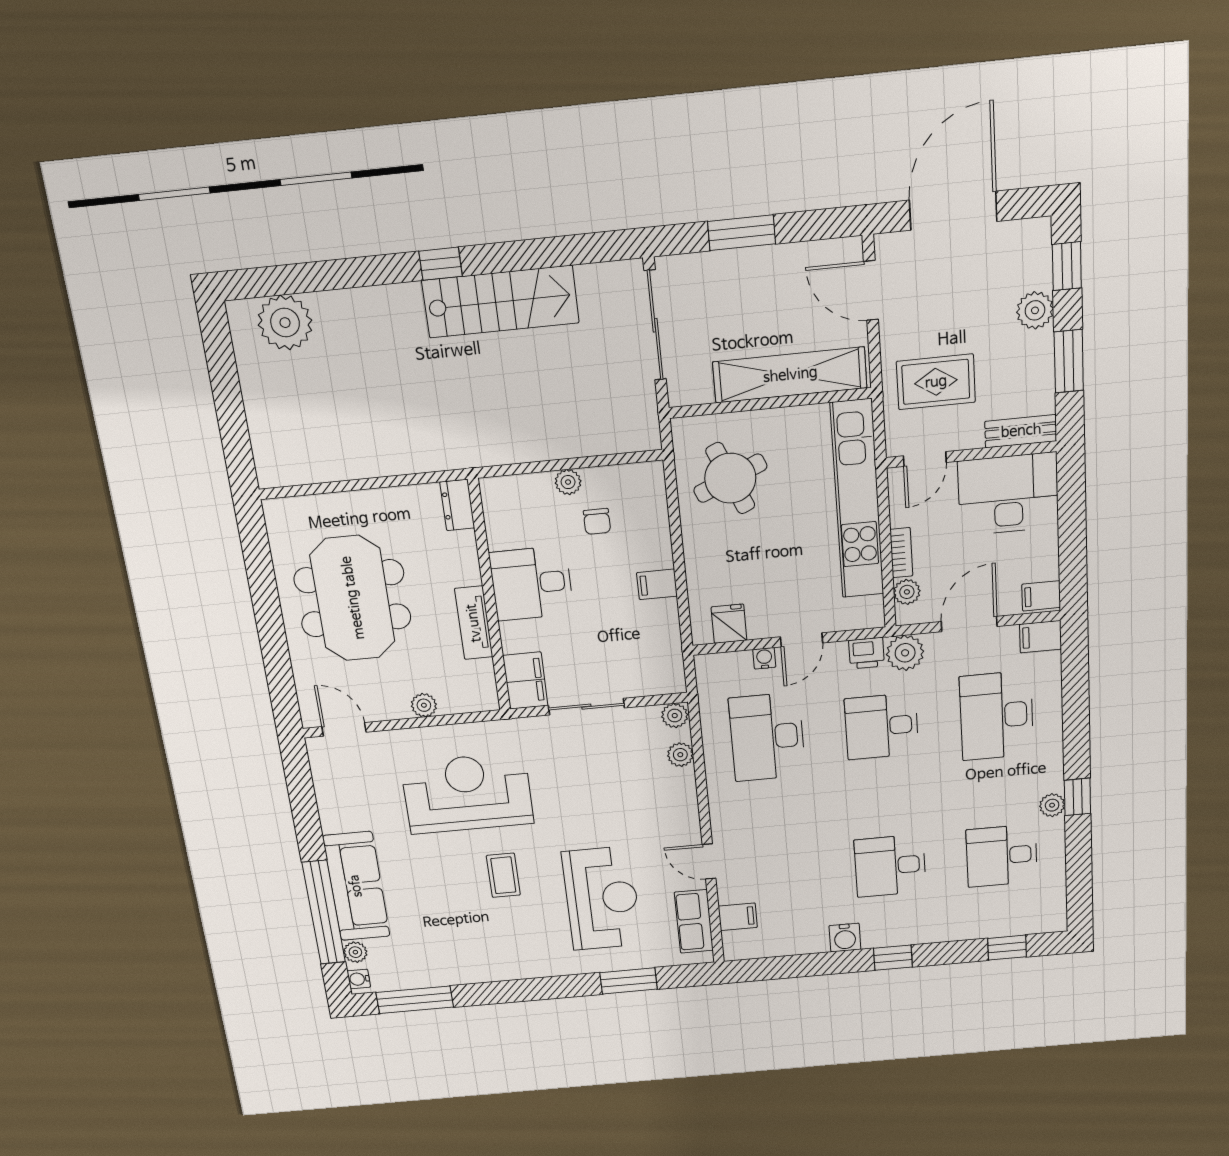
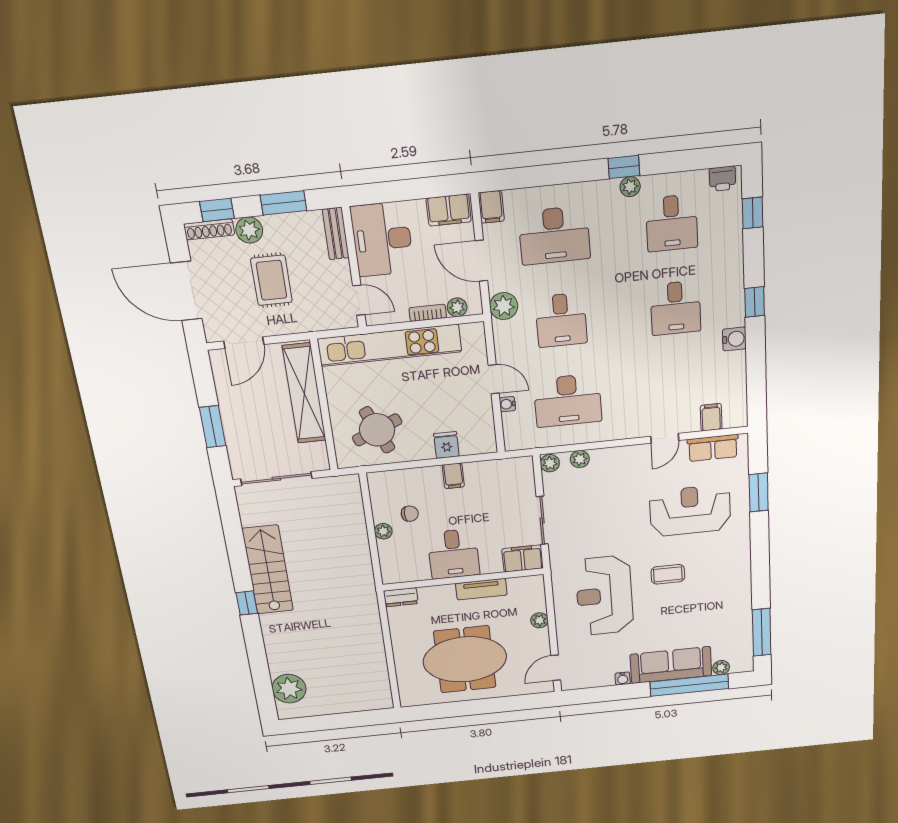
shoe rack: (1040, 253) -> (209, 229), added
rug: (936, 382) -> (271, 280), moved
filing cabinet: (1041, 596) -> (449, 210), width x2.00
fridge: (729, 624) -> (446, 445), moved, turned 90
printer: (867, 653) -> (722, 179), moved, turned 90
water cooler: (359, 979) -> (623, 678), moved

